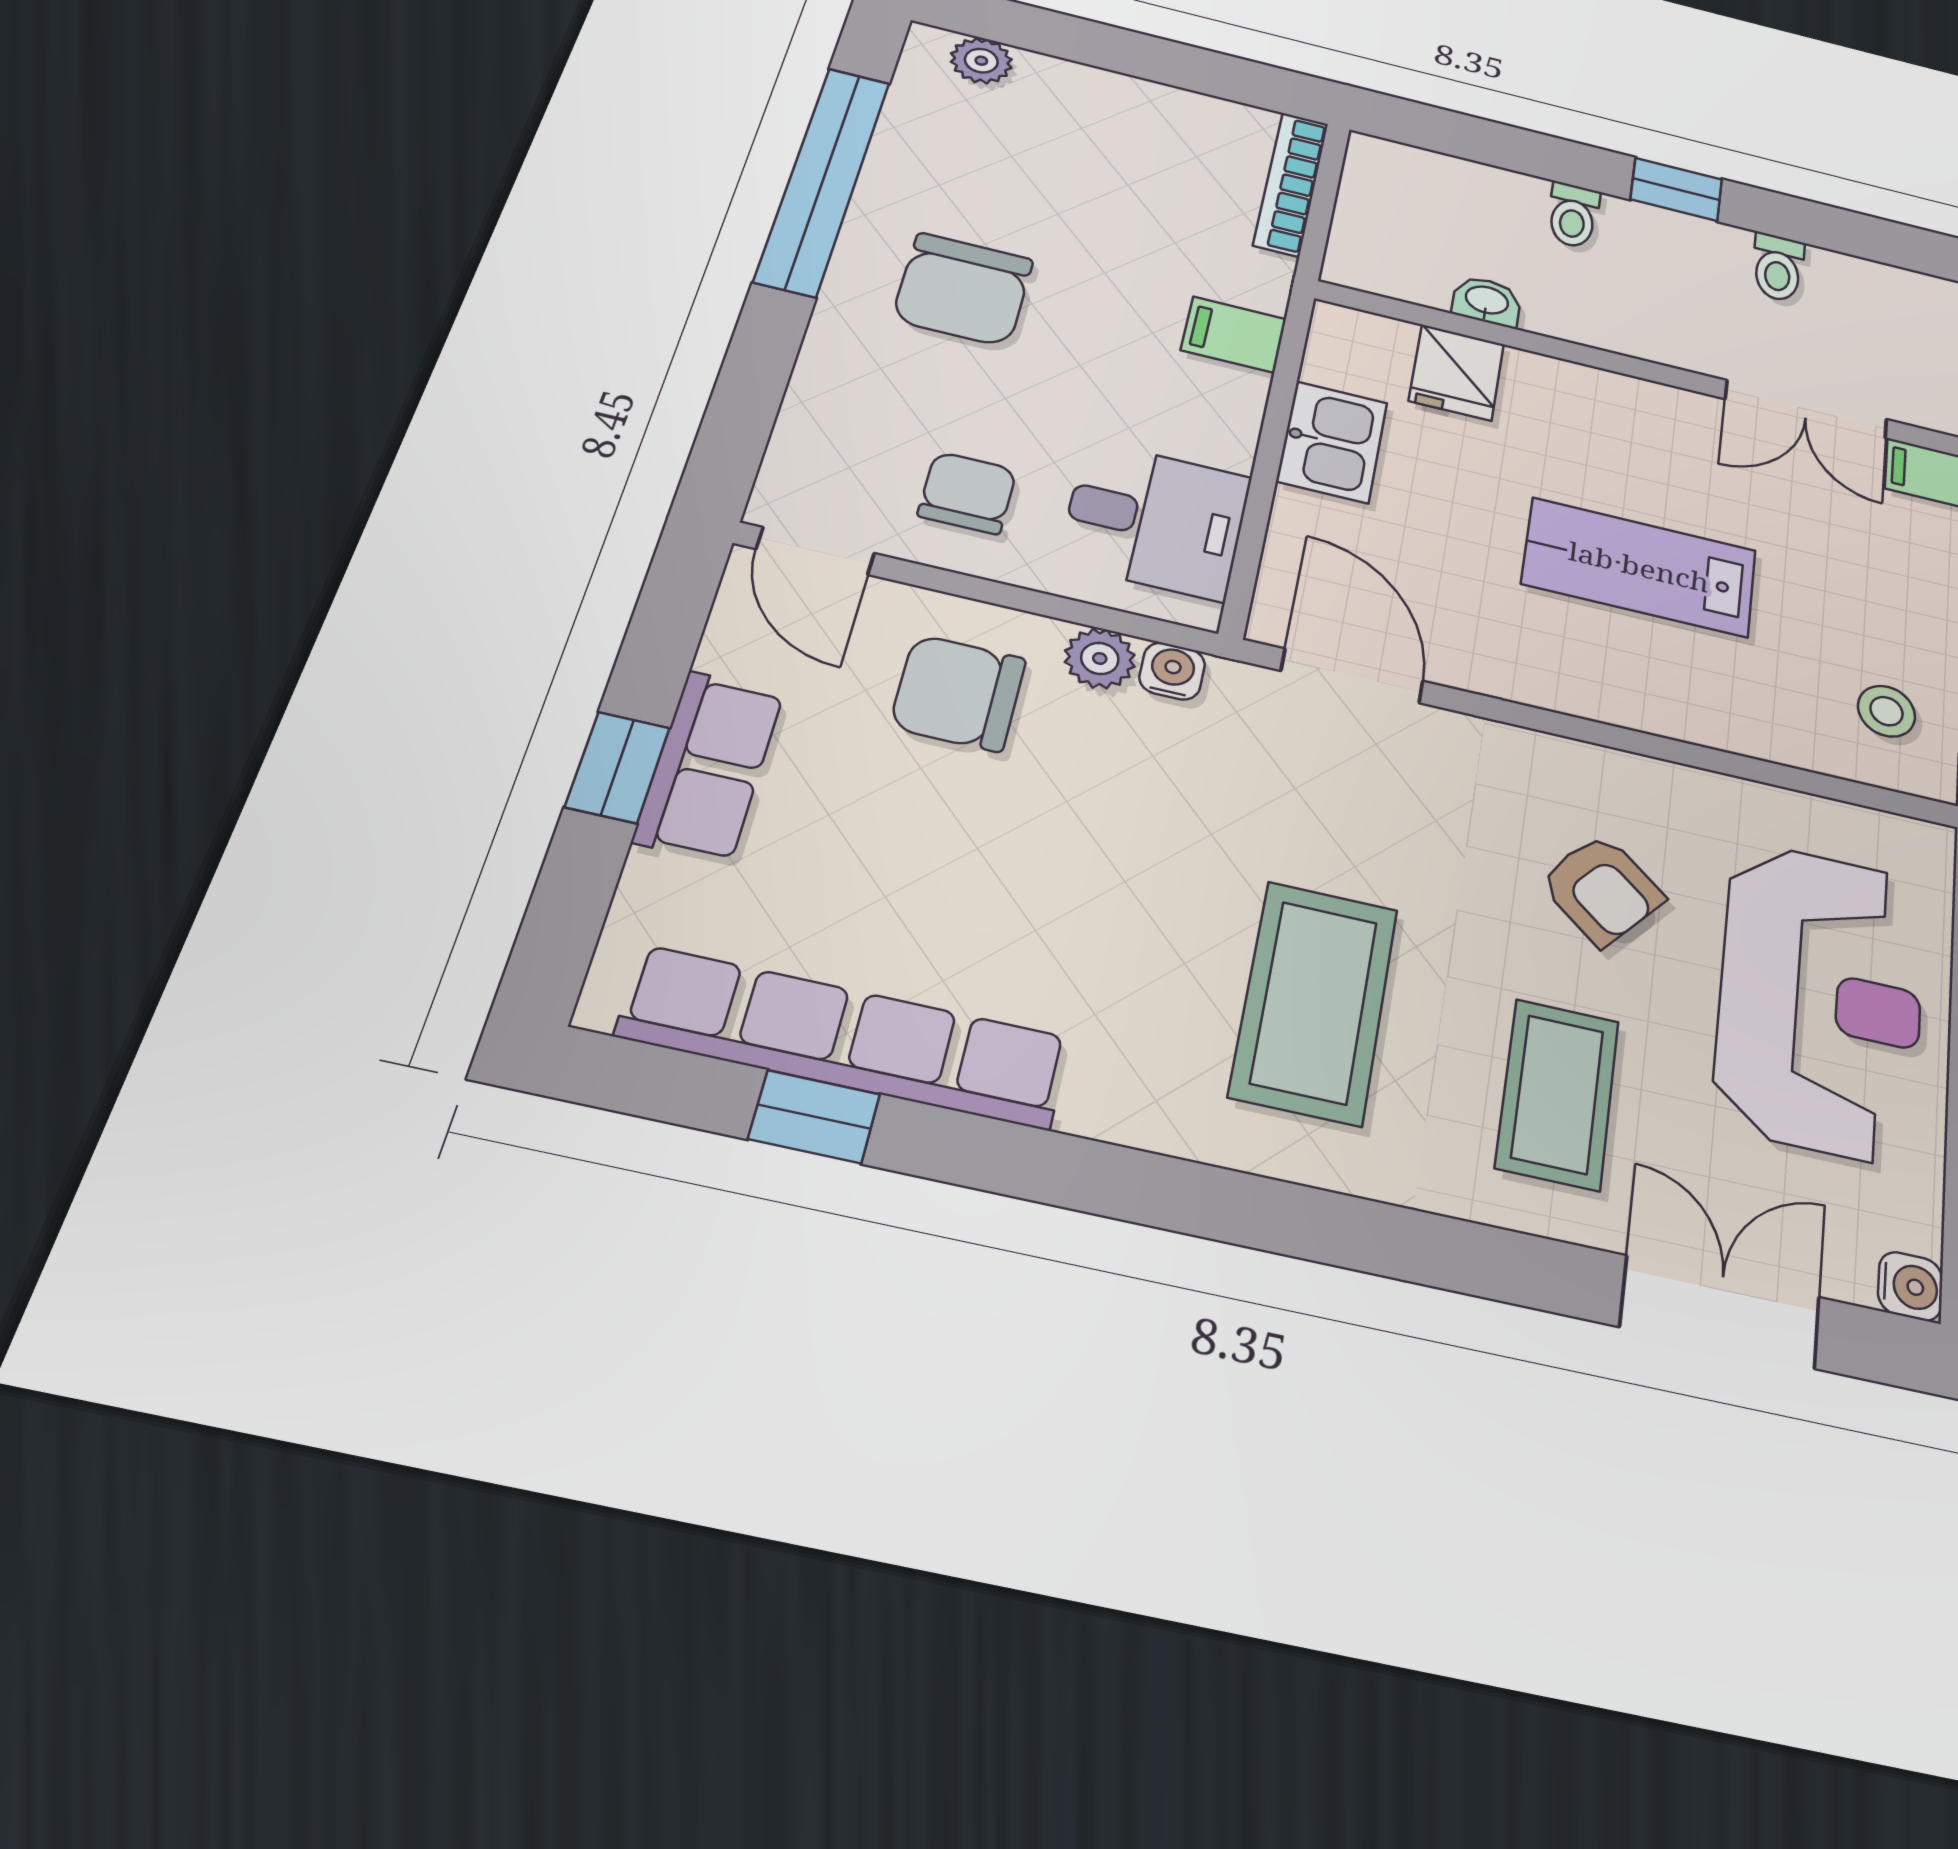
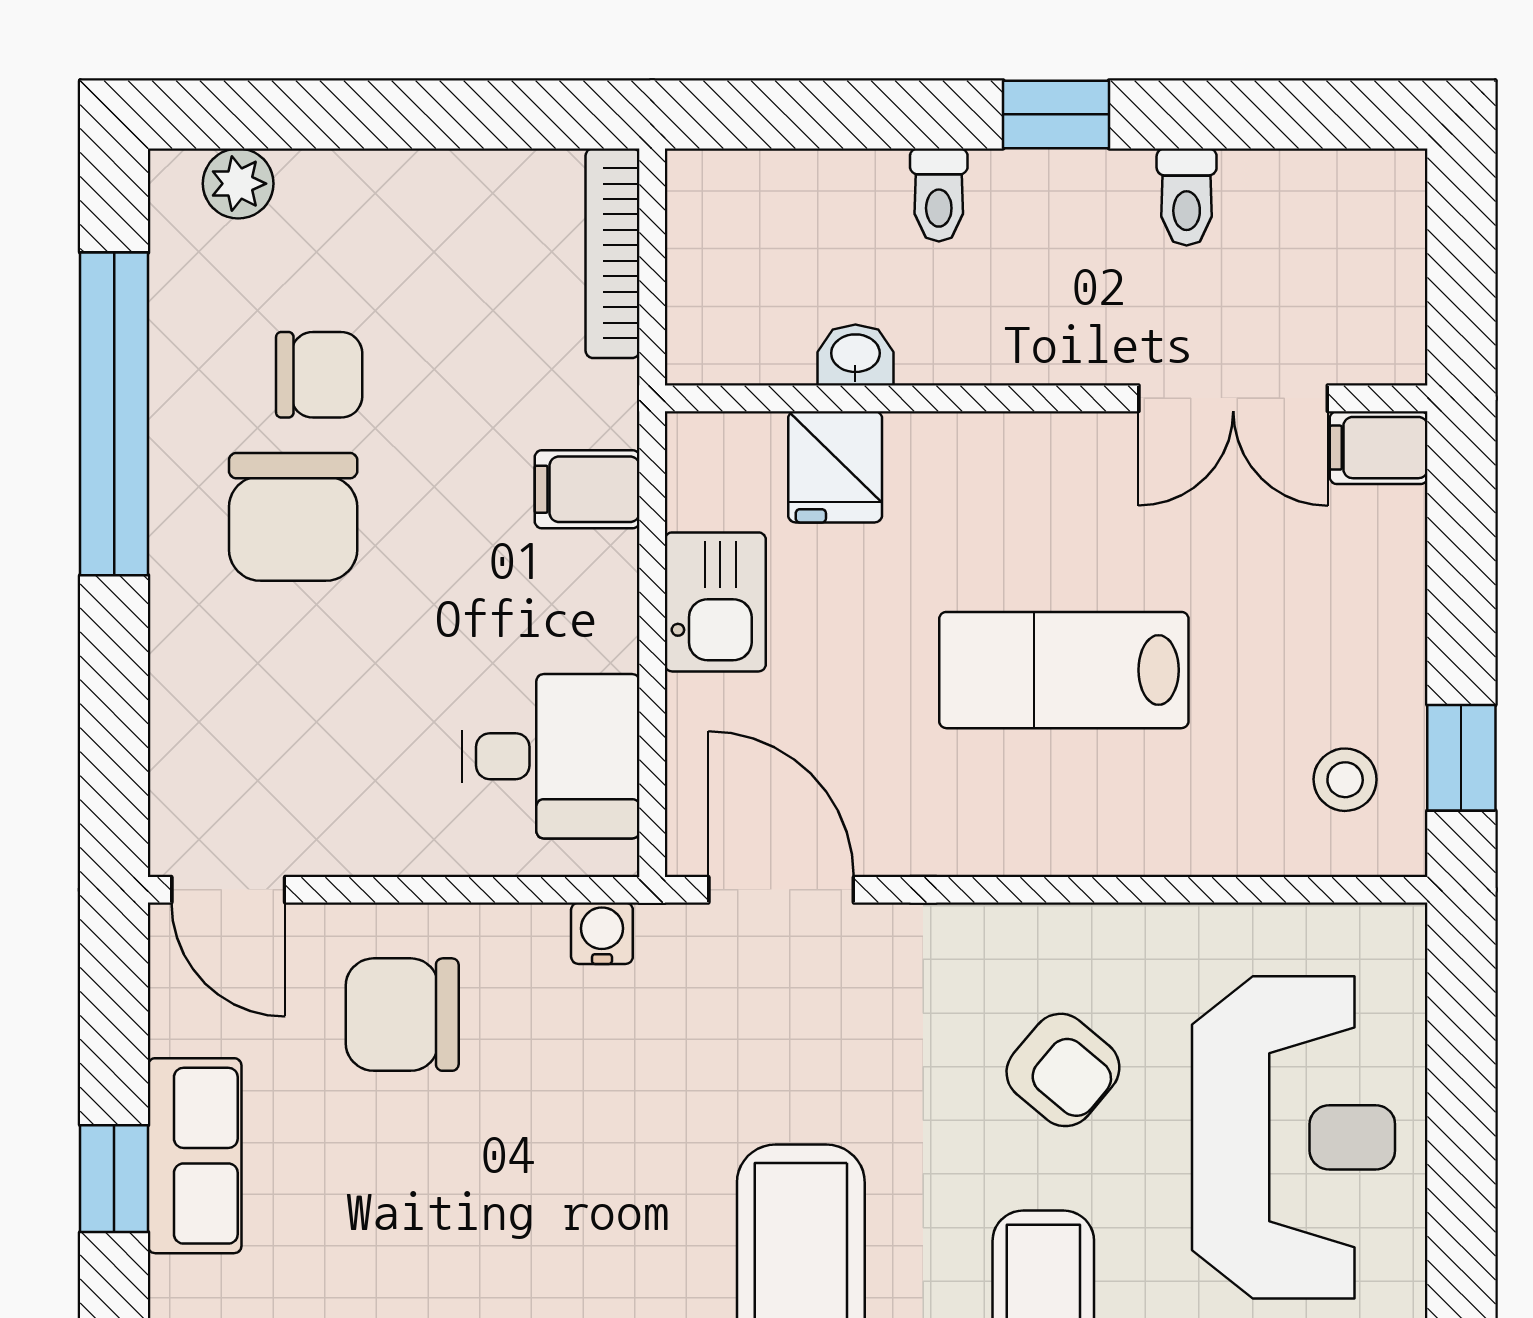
chair: (967, 493) -> (319, 375), moved, turned 90
plant: (1100, 658) -> (529, 938), removed

